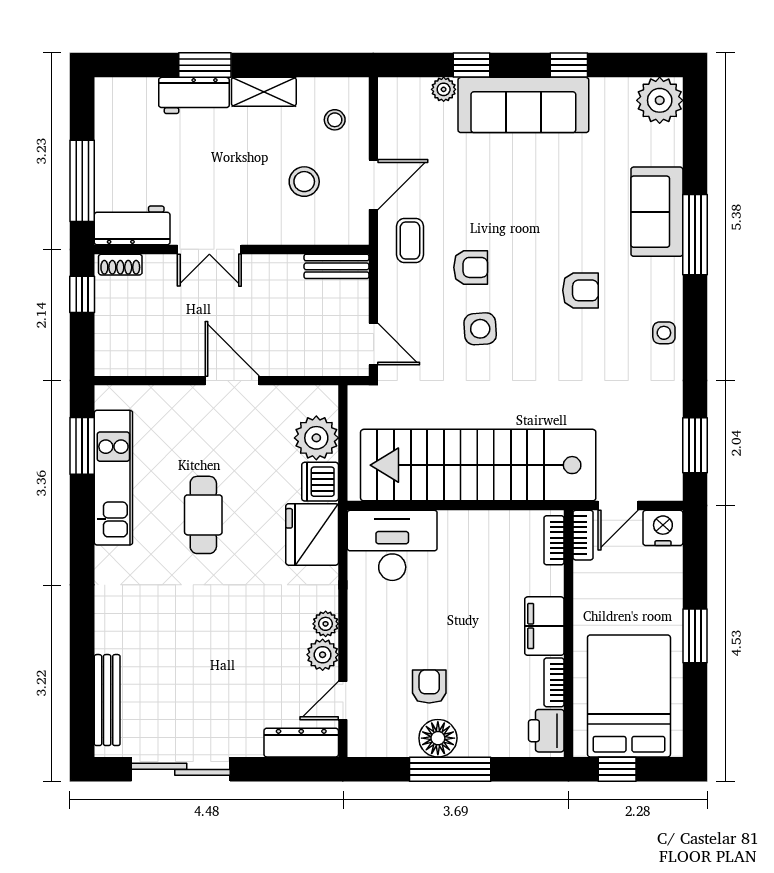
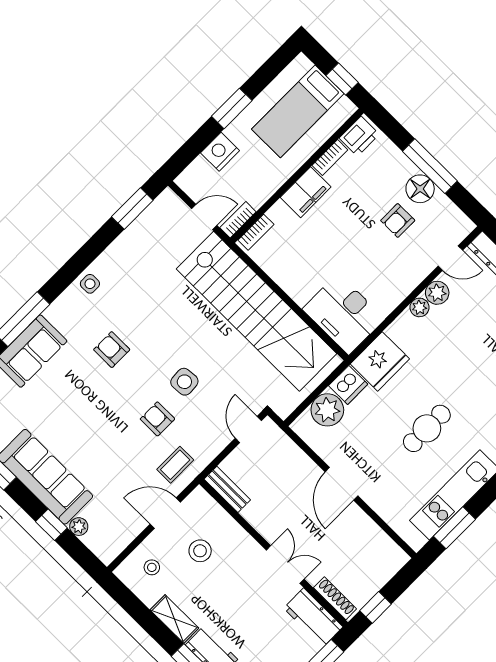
shoe rack: (120, 265) -> (335, 598), width x1.43
nightstand: (663, 528) -> (220, 152), moved, turned 90
bed: (629, 696) -> (298, 111), width x0.67

